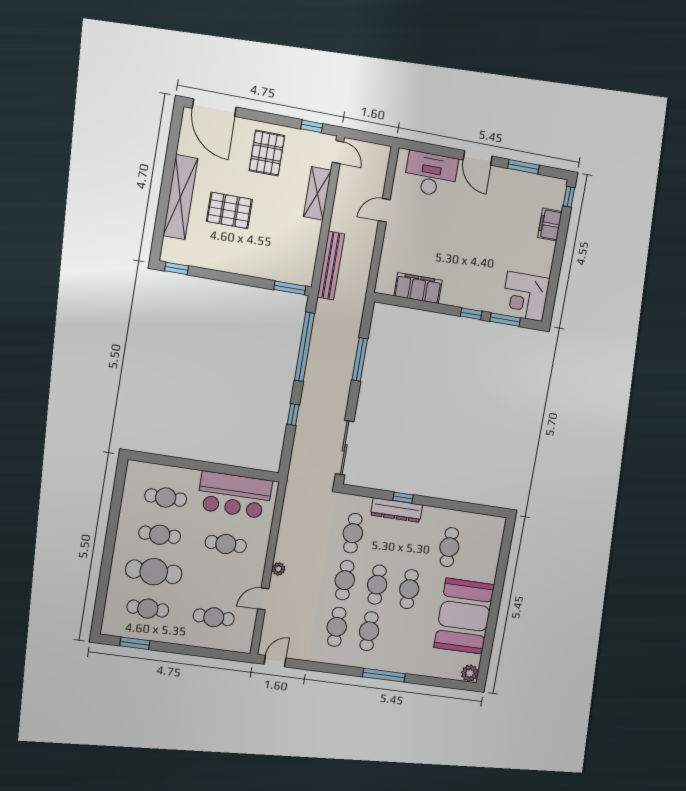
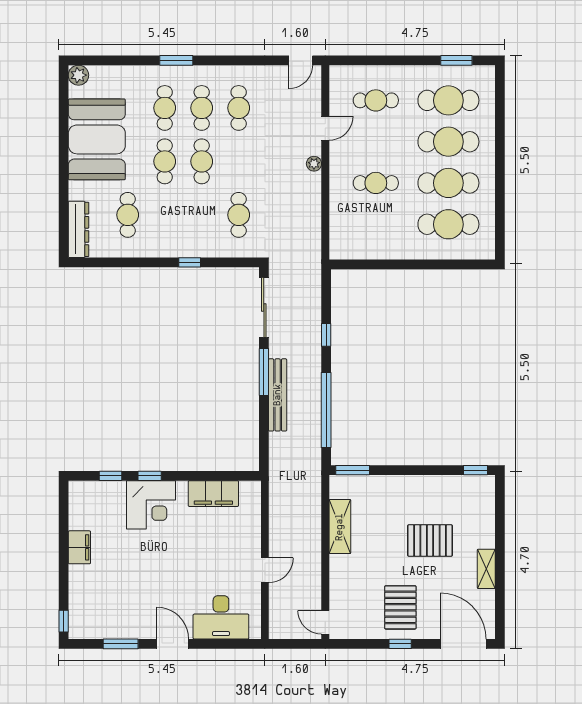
window: (312, 126) -> (400, 644), moved
shelving: (317, 193) -> (340, 527), moved
shelving: (180, 197) -> (486, 569), width x0.45, depth x0.75
filing cabinet: (550, 225) -> (79, 547), moved
bench: (331, 266) -> (278, 395), moved
corner desk: (525, 296) -> (151, 505), moved, turned 90
window: (505, 320) -> (110, 476), width x0.67
window: (360, 359) -> (264, 372), moved
bar counter: (235, 495) -> (375, 238), removed
cafe table: (166, 498) -> (448, 224), width x1.37, depth x1.35
dresser: (397, 510) -> (78, 229), moved, turned 90
cafe table: (160, 535) -> (448, 183), width x1.37, depth x1.35
cafe table: (345, 580) -> (165, 108), moved
cafe table: (148, 609) -> (448, 100), width x1.37, depth x1.35
window: (384, 675) -> (176, 60), width x0.69

